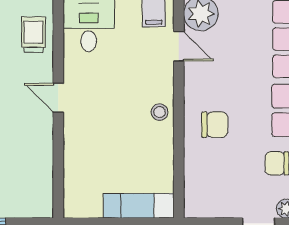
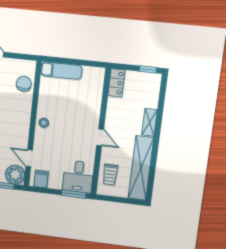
chair: (215, 125) -> (24, 84), moved, turned 90
locker: (42, 195) -> (116, 83), added

